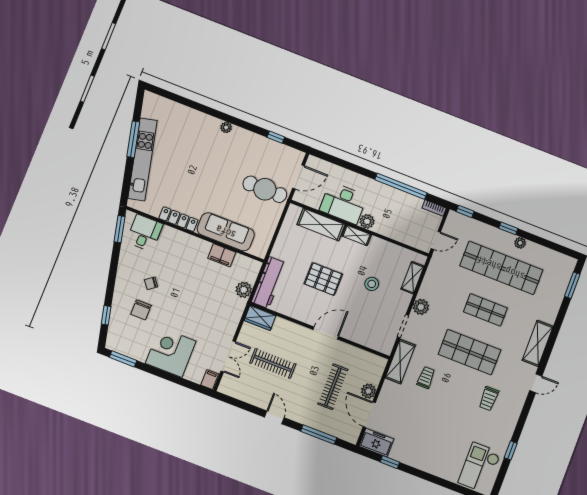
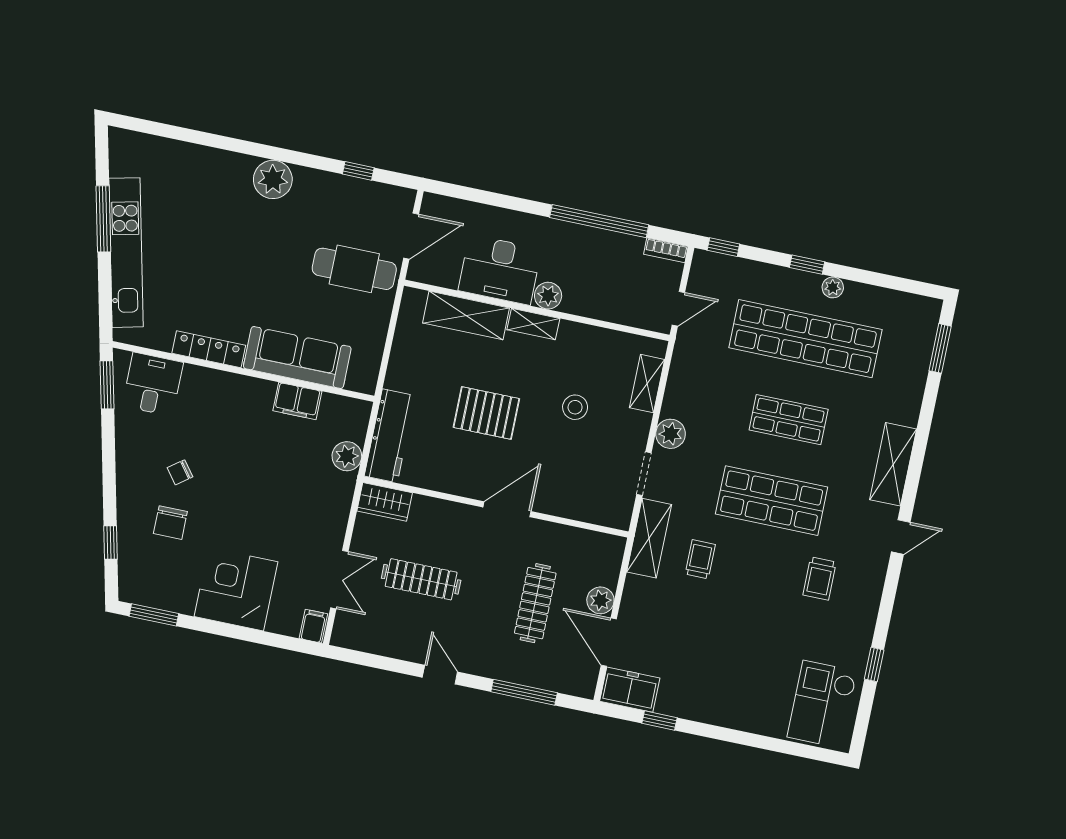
plant: (226, 127) -> (273, 179), width x1.87, depth x1.87

